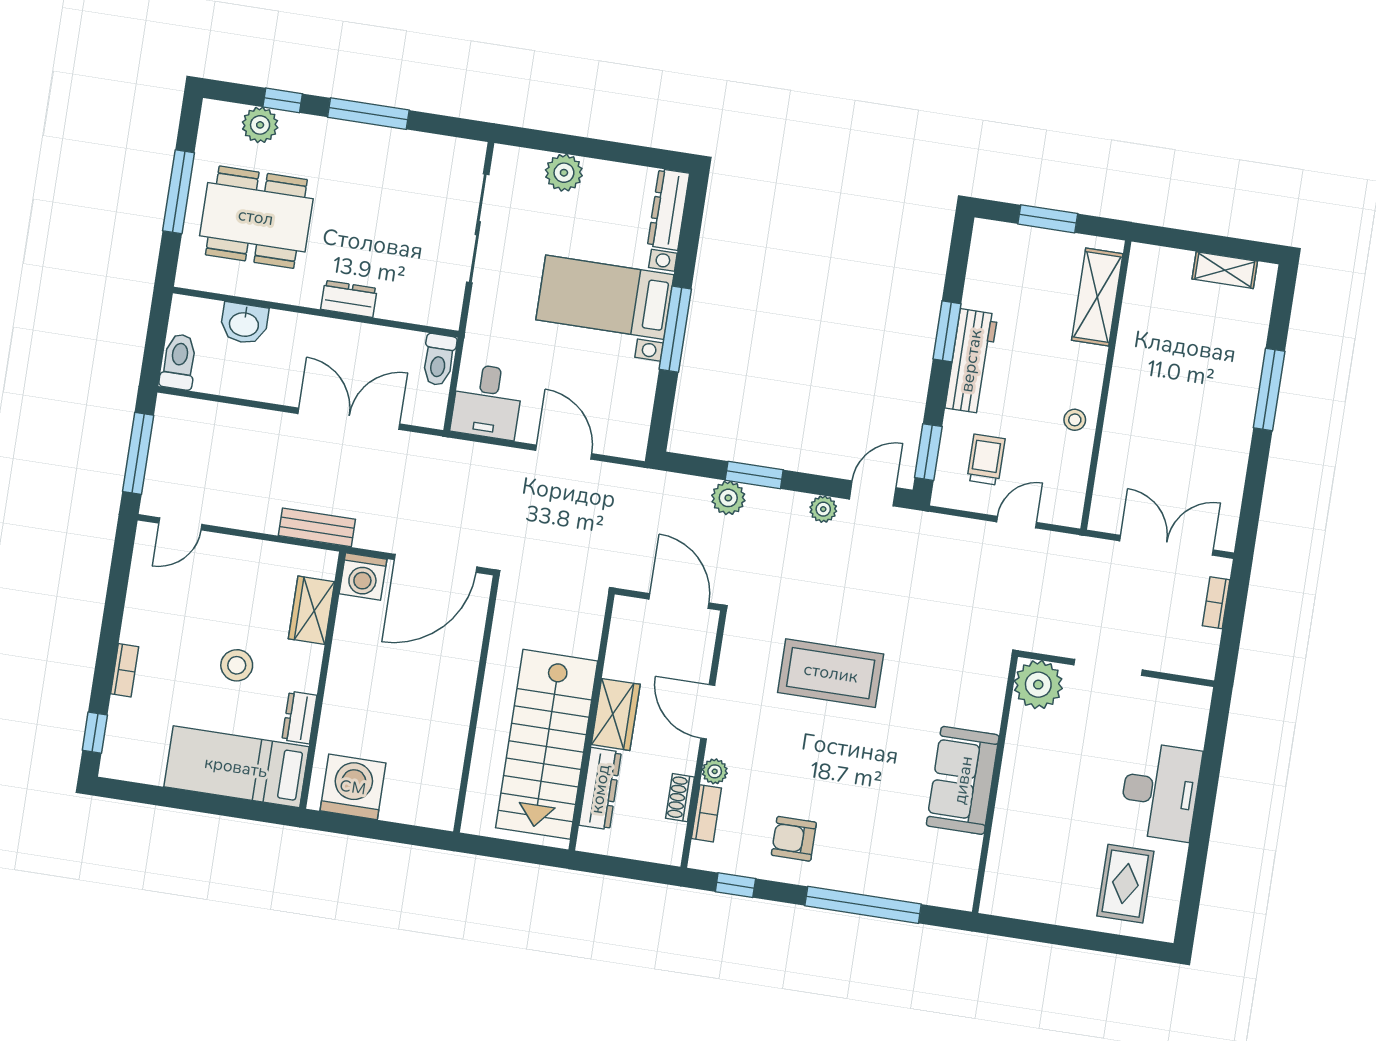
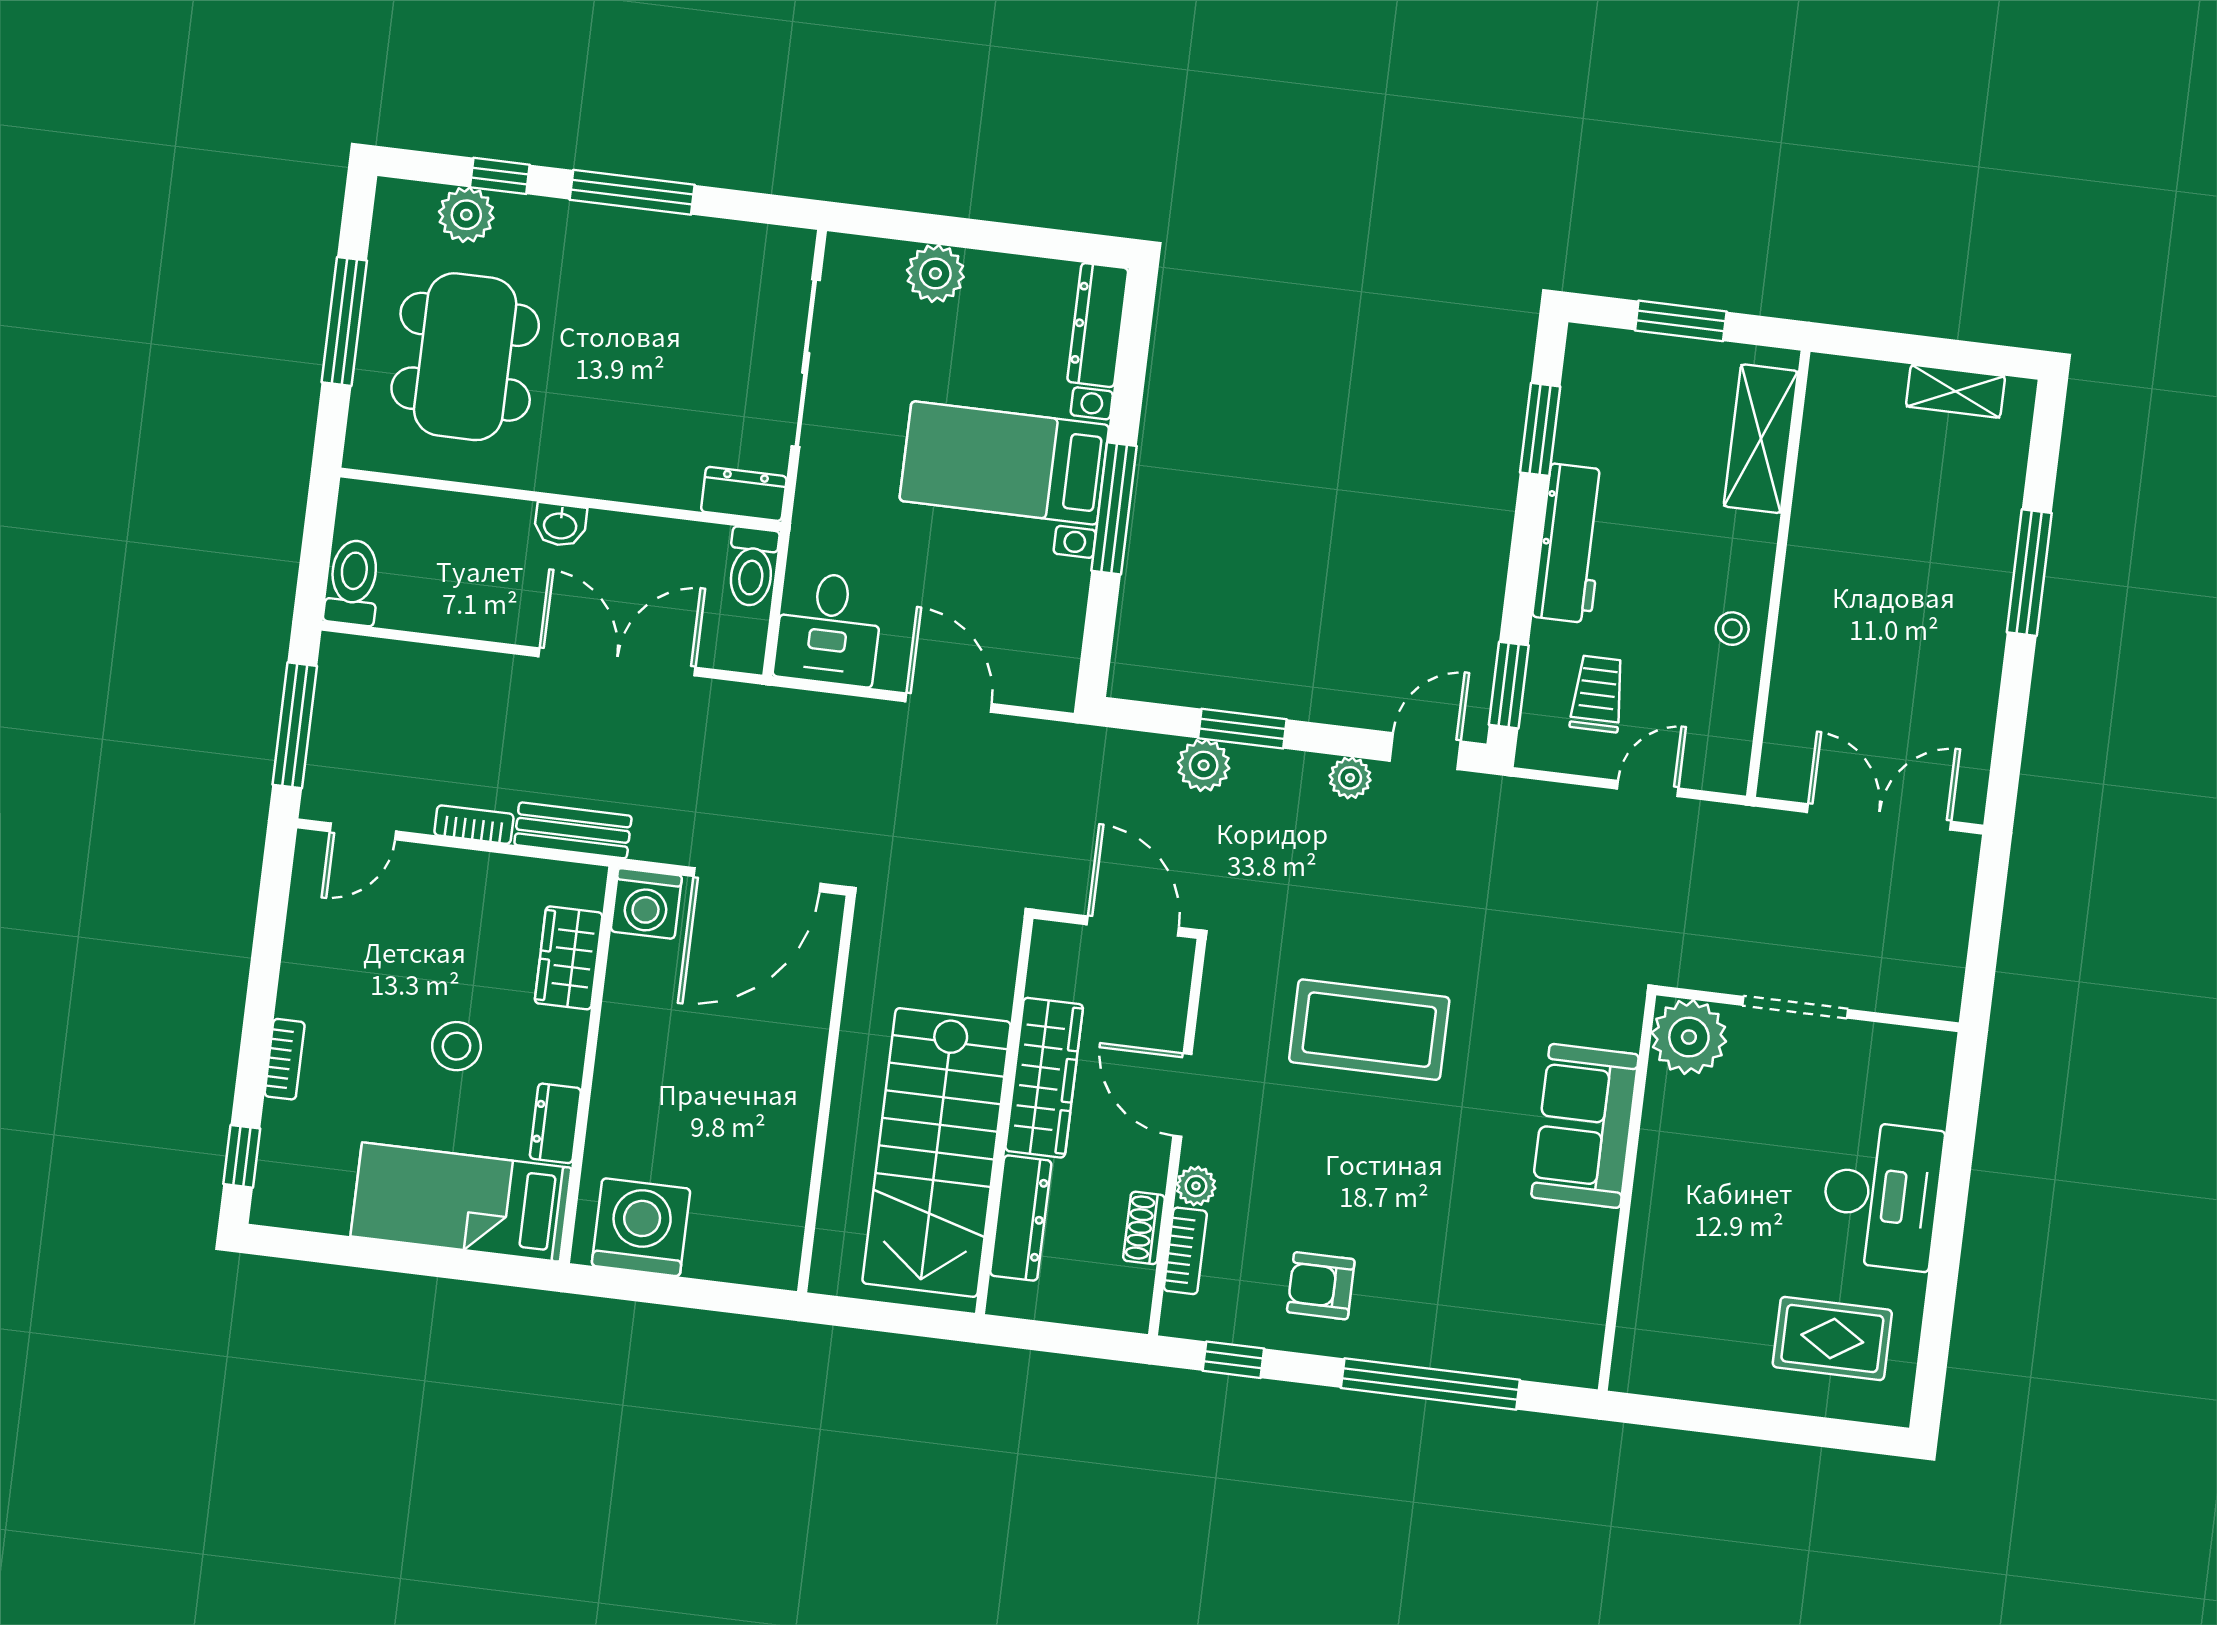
dining table: (256, 217) -> (465, 357), turned 90
dresser: (349, 299) -> (744, 494), moved
washbasin: (244, 323) -> (560, 525), moved, width x0.72, depth x0.69
window: (947, 331) -> (1540, 429), moved
bookcase: (1216, 603) -> (474, 825), moved, turned 90
wardrobe: (616, 714) -> (1044, 1078), width x1.50
sofa: (963, 780) -> (1585, 1126), moved
rug: (1125, 884) -> (1832, 1339), turned 90

